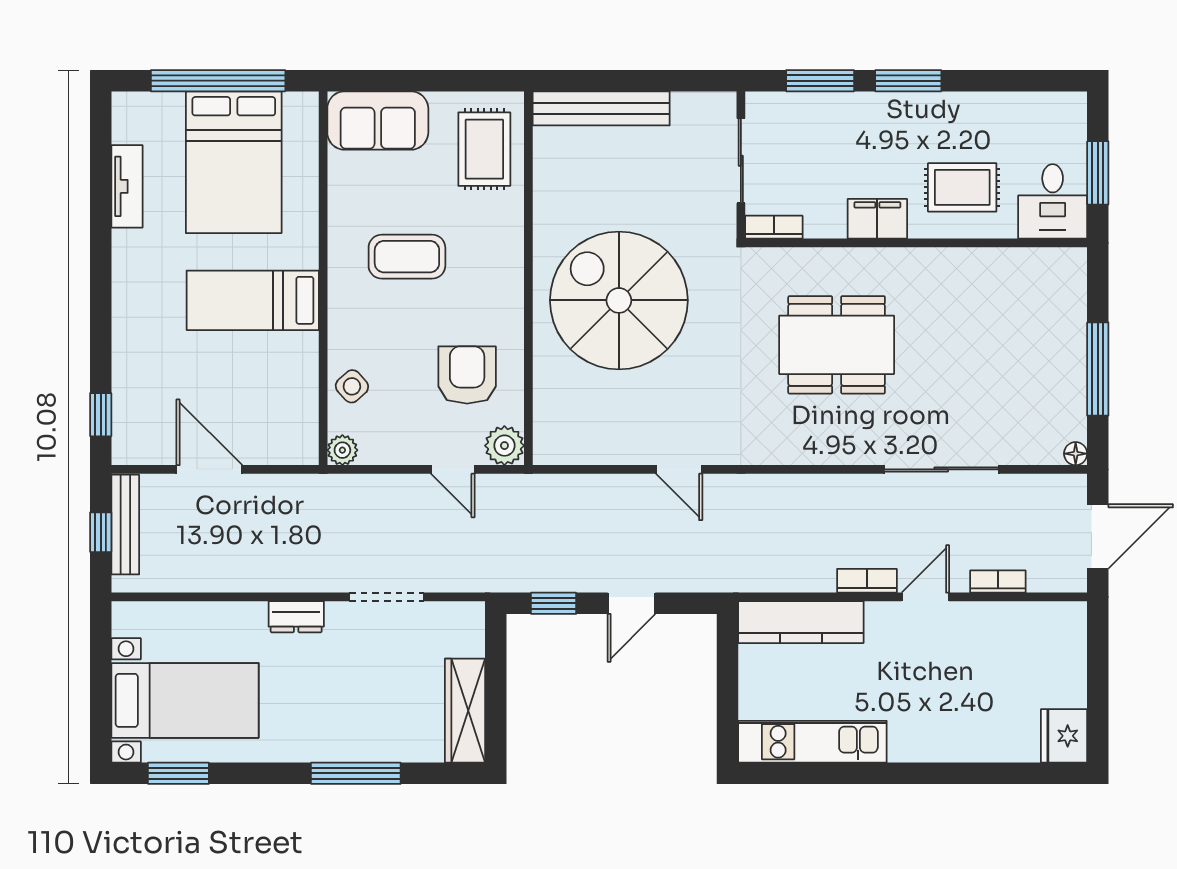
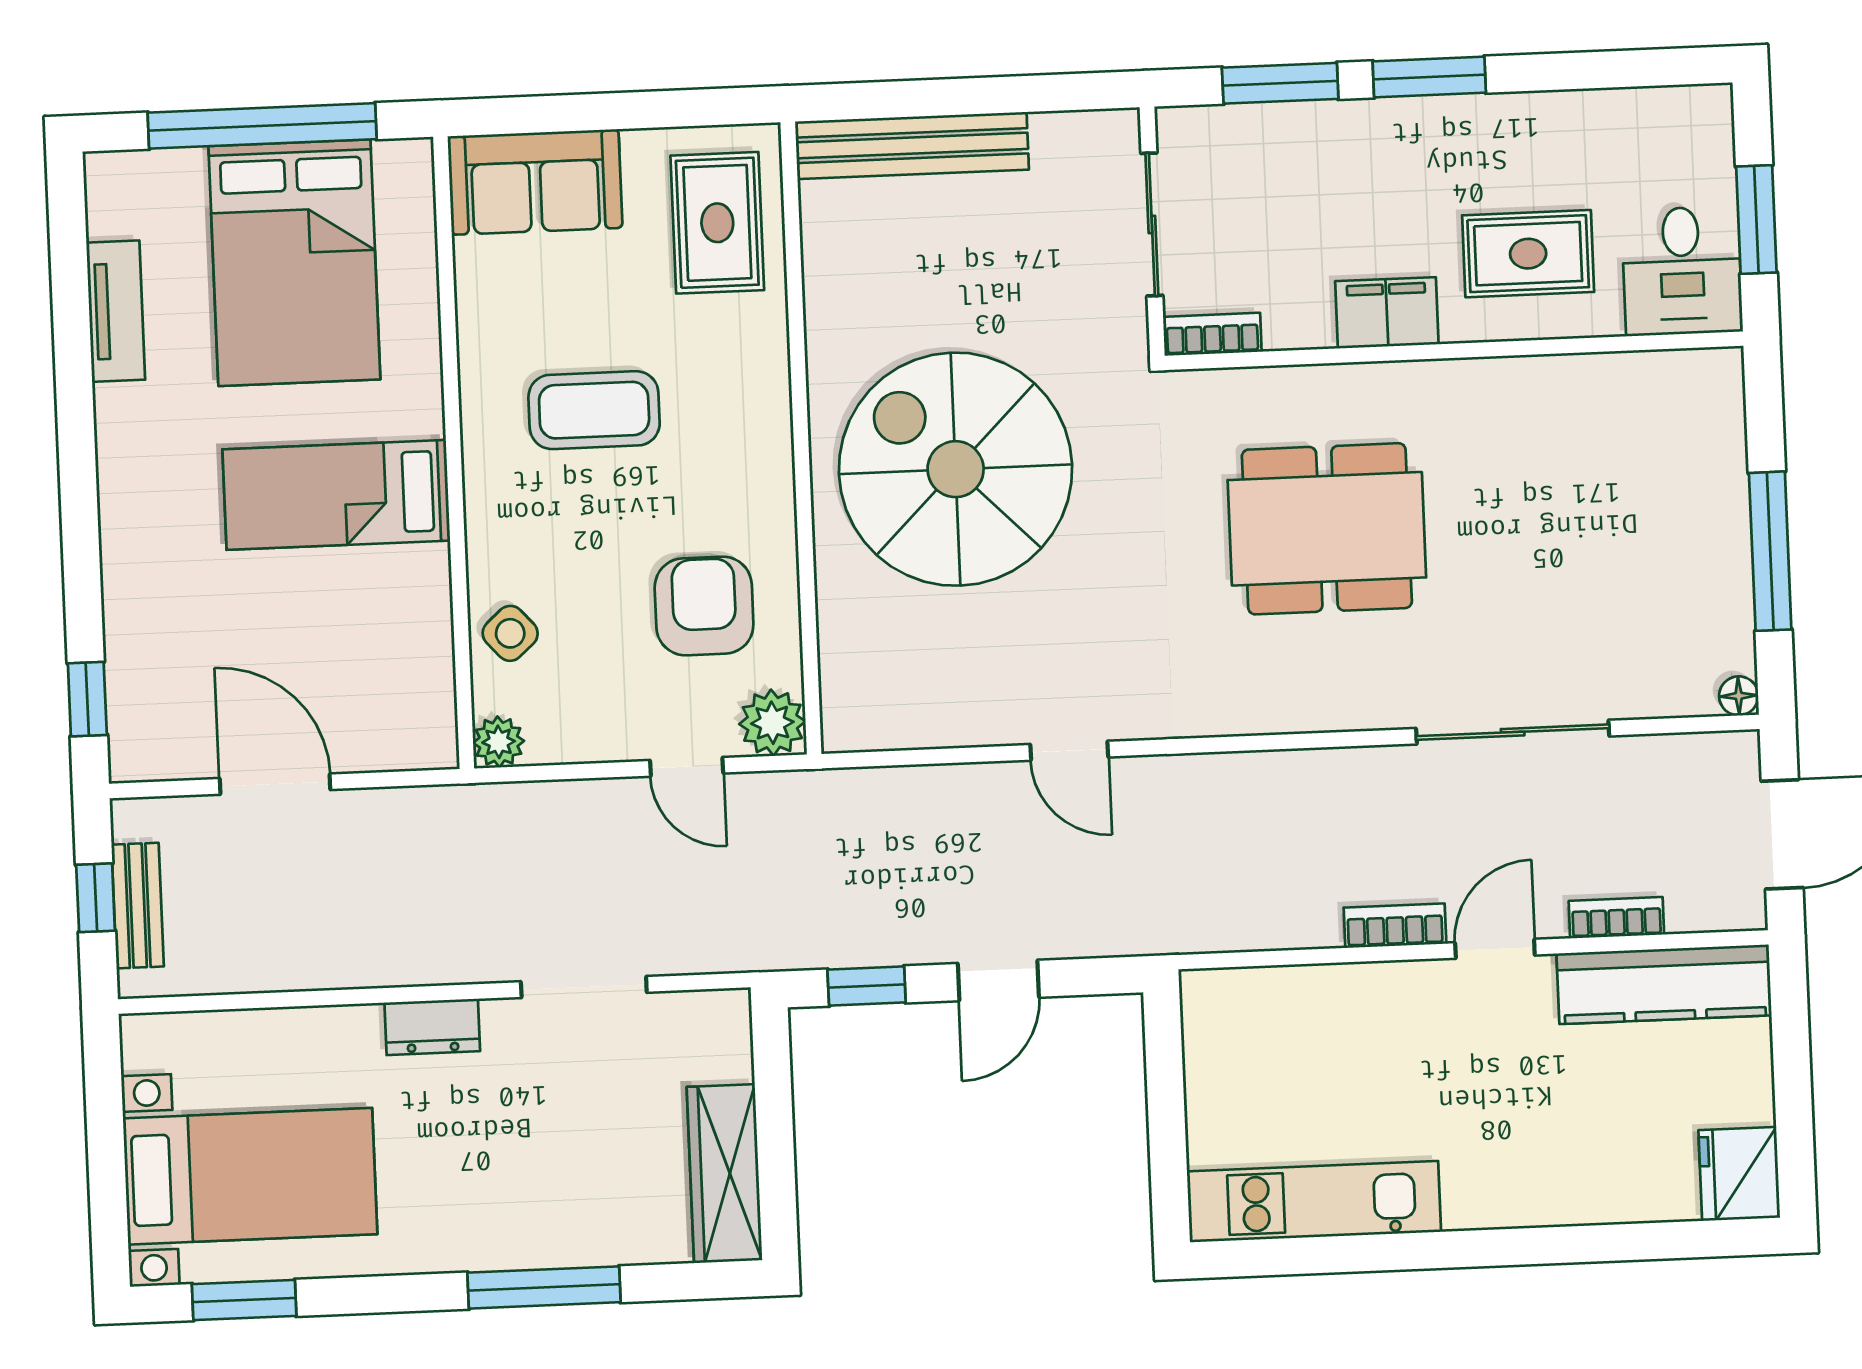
bench: (125, 525) -> (138, 906), width x0.73
kitchen counter: (801, 622) -> (1664, 984), moved

